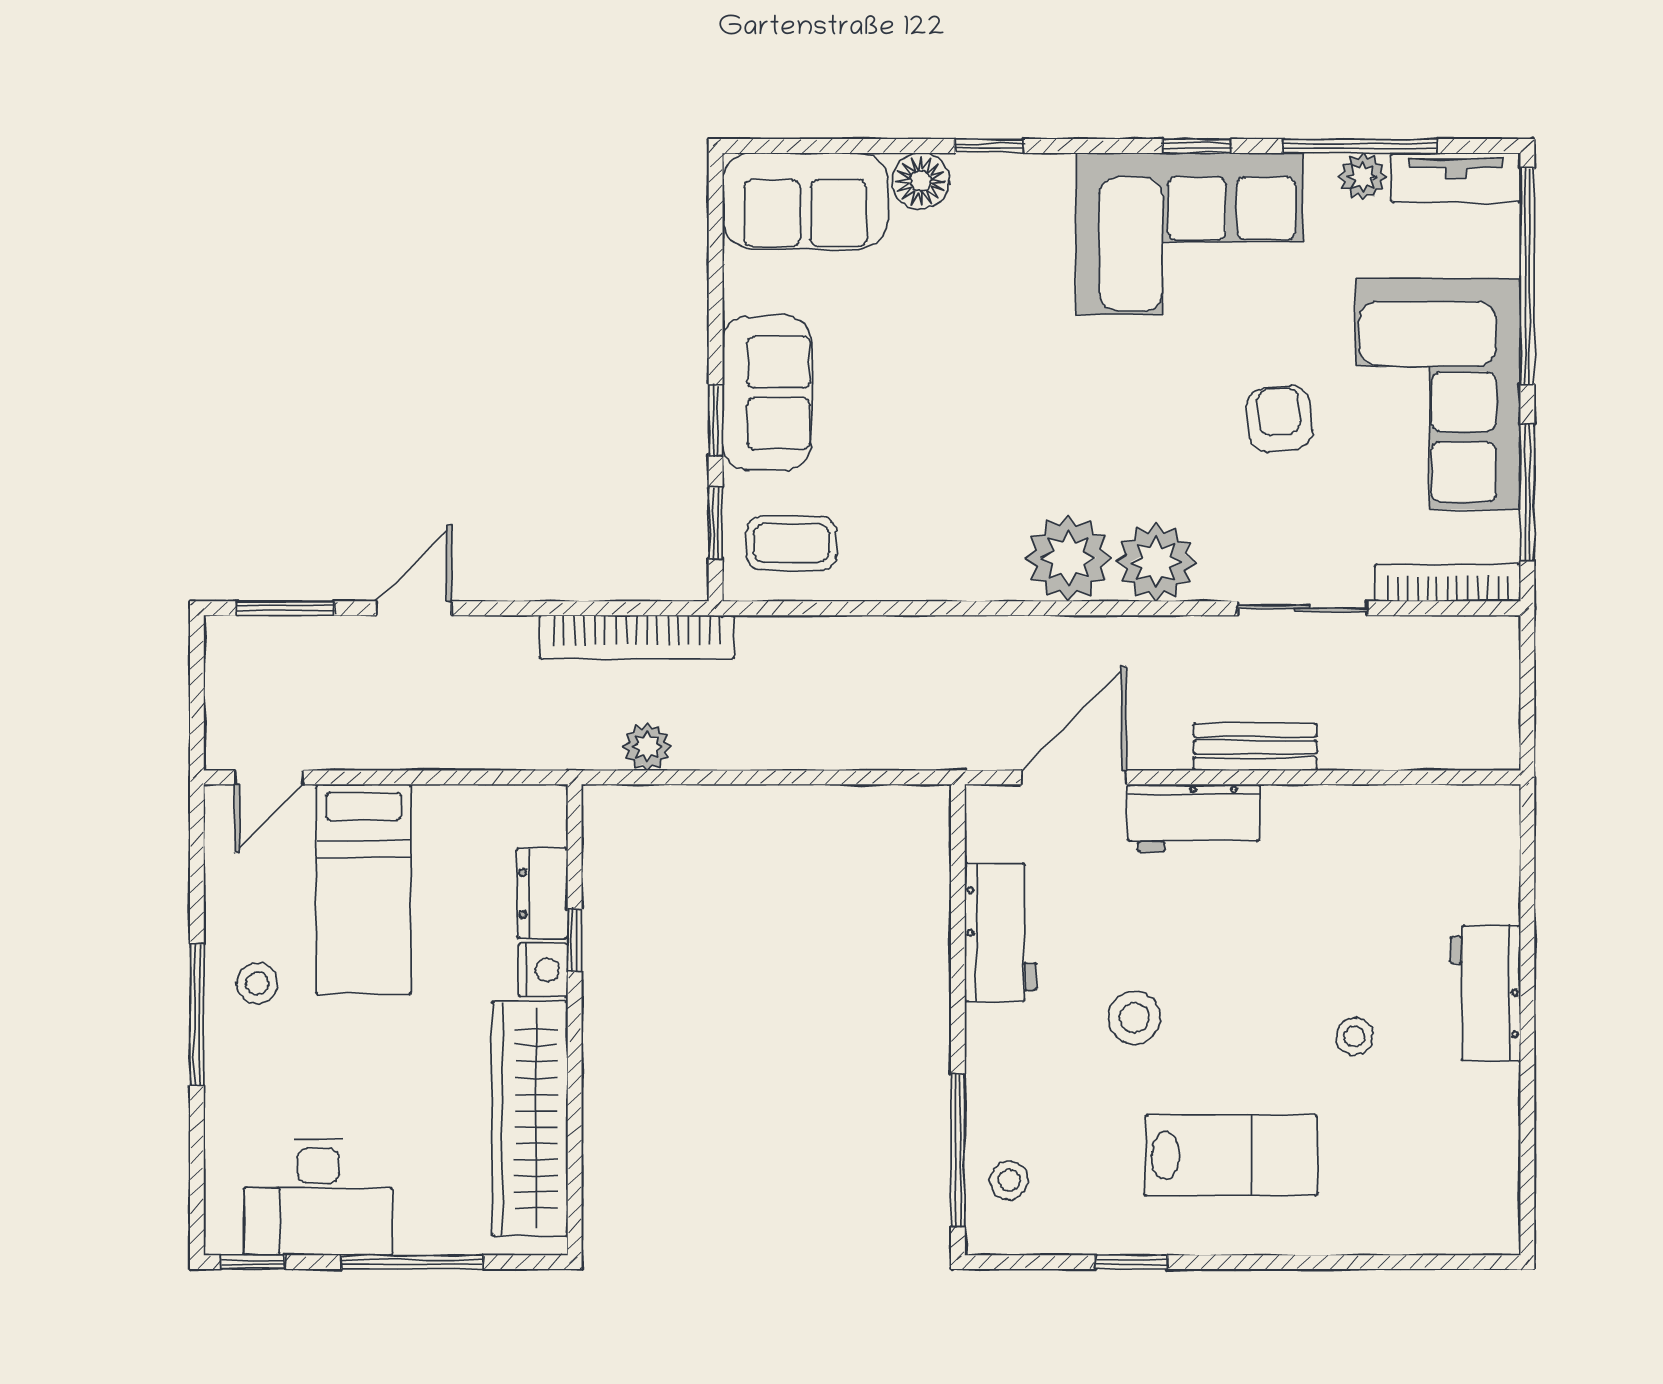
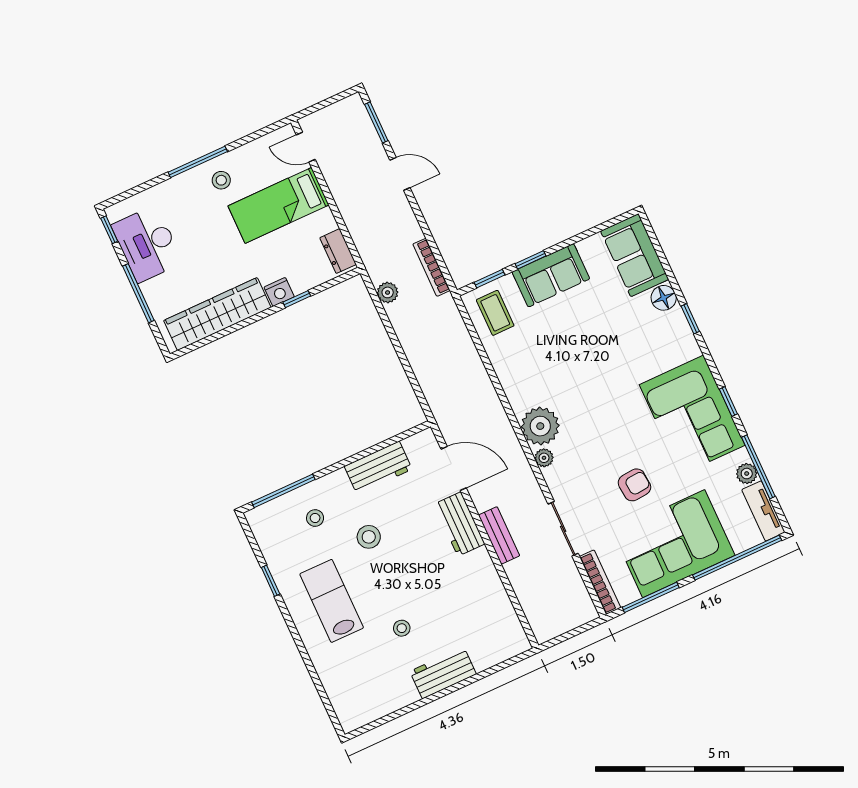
plant: (1156, 562) -> (544, 458), width x0.53, depth x0.53
bookcase: (637, 637) -> (431, 267), width x0.68, depth x0.76
dresser: (542, 893) -> (338, 251), moved, turned -90
lab bench: (1231, 1155) -> (332, 601), turned 180
stool: (1009, 1180) -> (315, 518), moved

